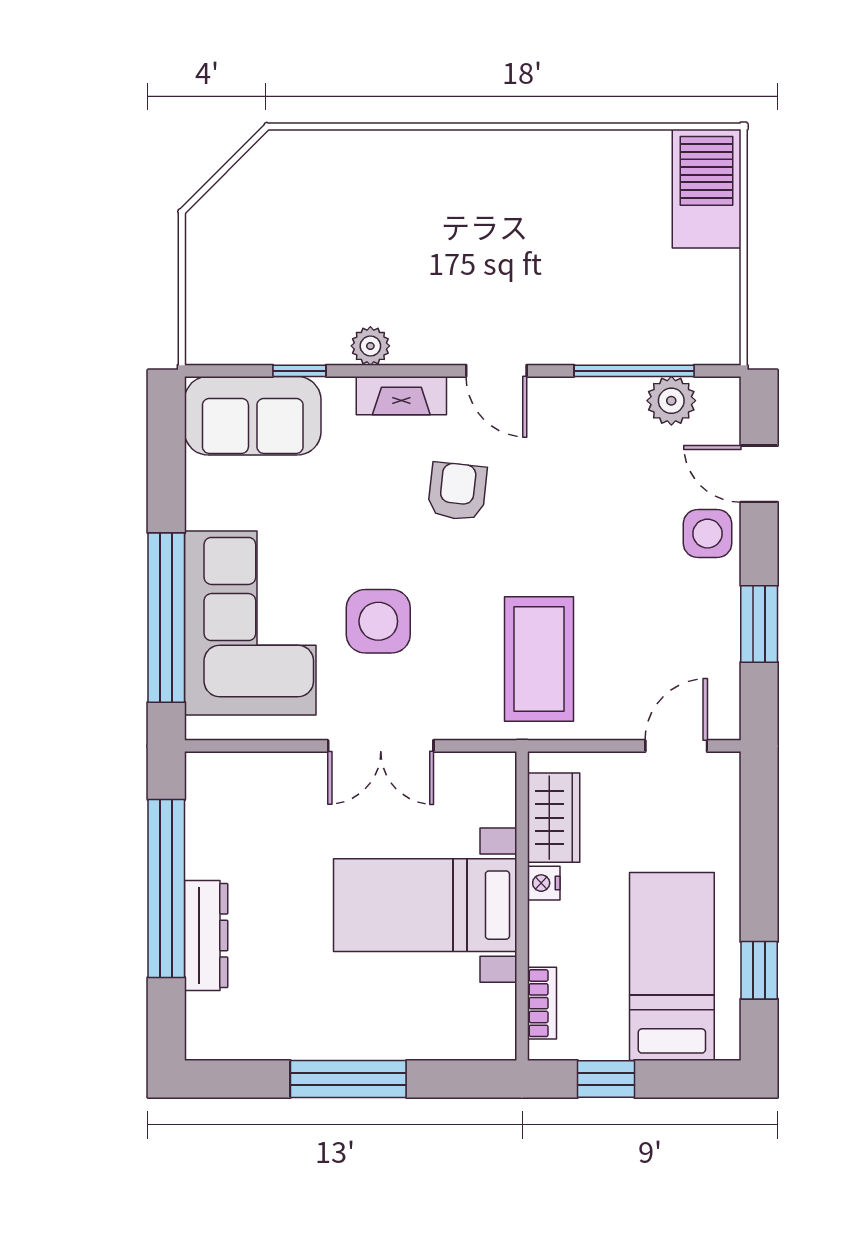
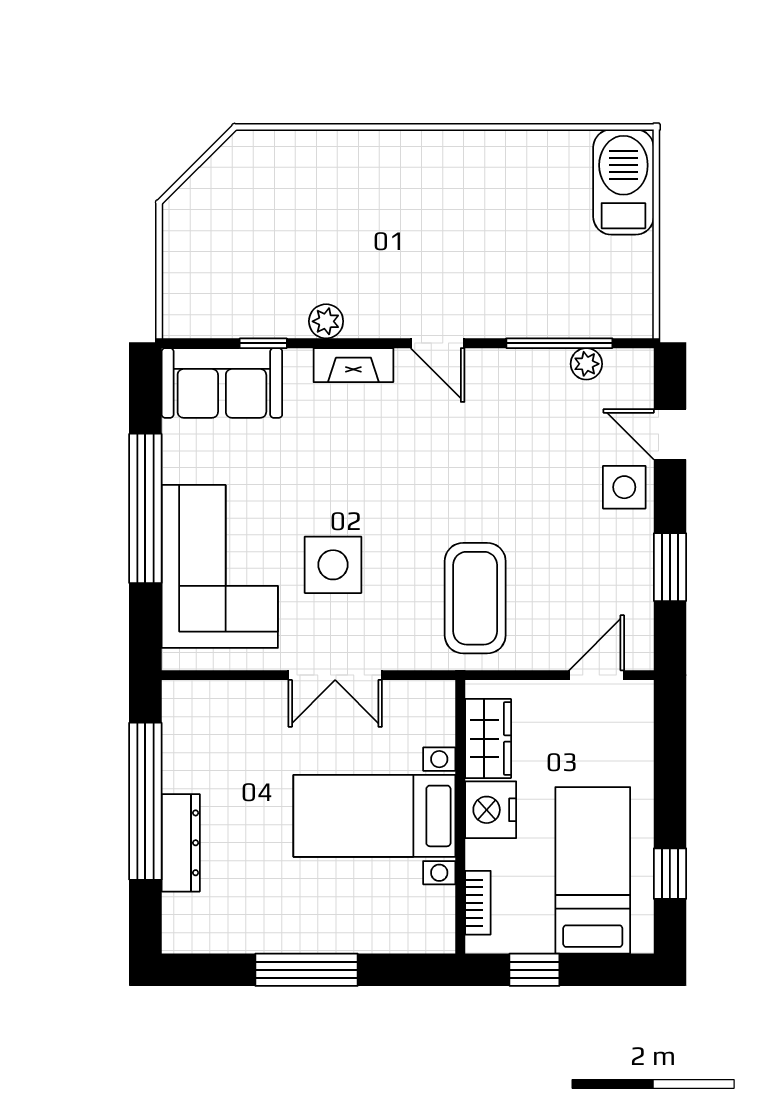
plant: (671, 401) -> (586, 364), width x0.73, depth x0.73
armchair: (457, 491) -> (403, 450), removed
window: (166, 618) -> (145, 508), moved
nightstand: (544, 883) -> (491, 810), width x1.89, depth x1.79

